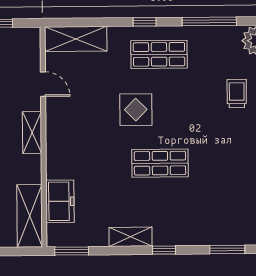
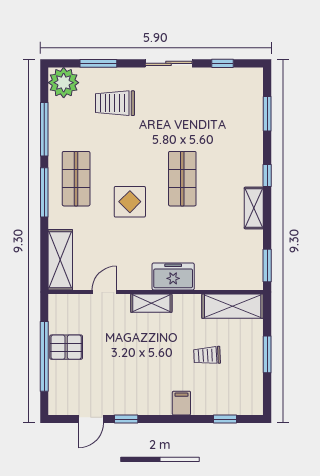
window: (145, 22) -> (44, 192), width x2.17
trolley: (237, 94) -> (115, 103), width x1.36, depth x1.39
freezer: (60, 201) -> (173, 276), moved

